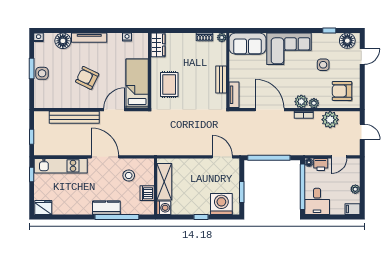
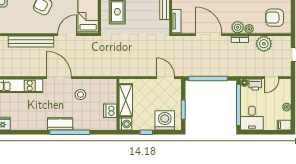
shelving: (164, 182) -> (126, 100), moved
wall: (156, 186) -> (118, 105), moved
dishwasher: (147, 193) -> (110, 111), moved
washing machine: (164, 208) -> (125, 124), moved

